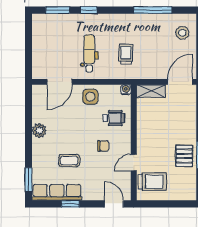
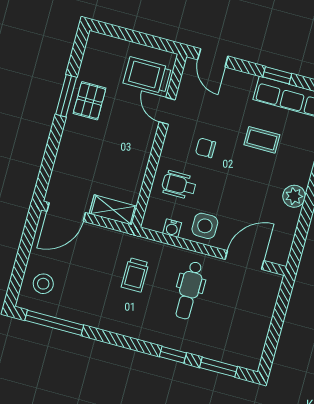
window: (153, 10) -> (54, 323), moved
water cooler: (126, 90) -> (172, 228), moved
door: (134, 163) -> (167, 111), swing flipped

